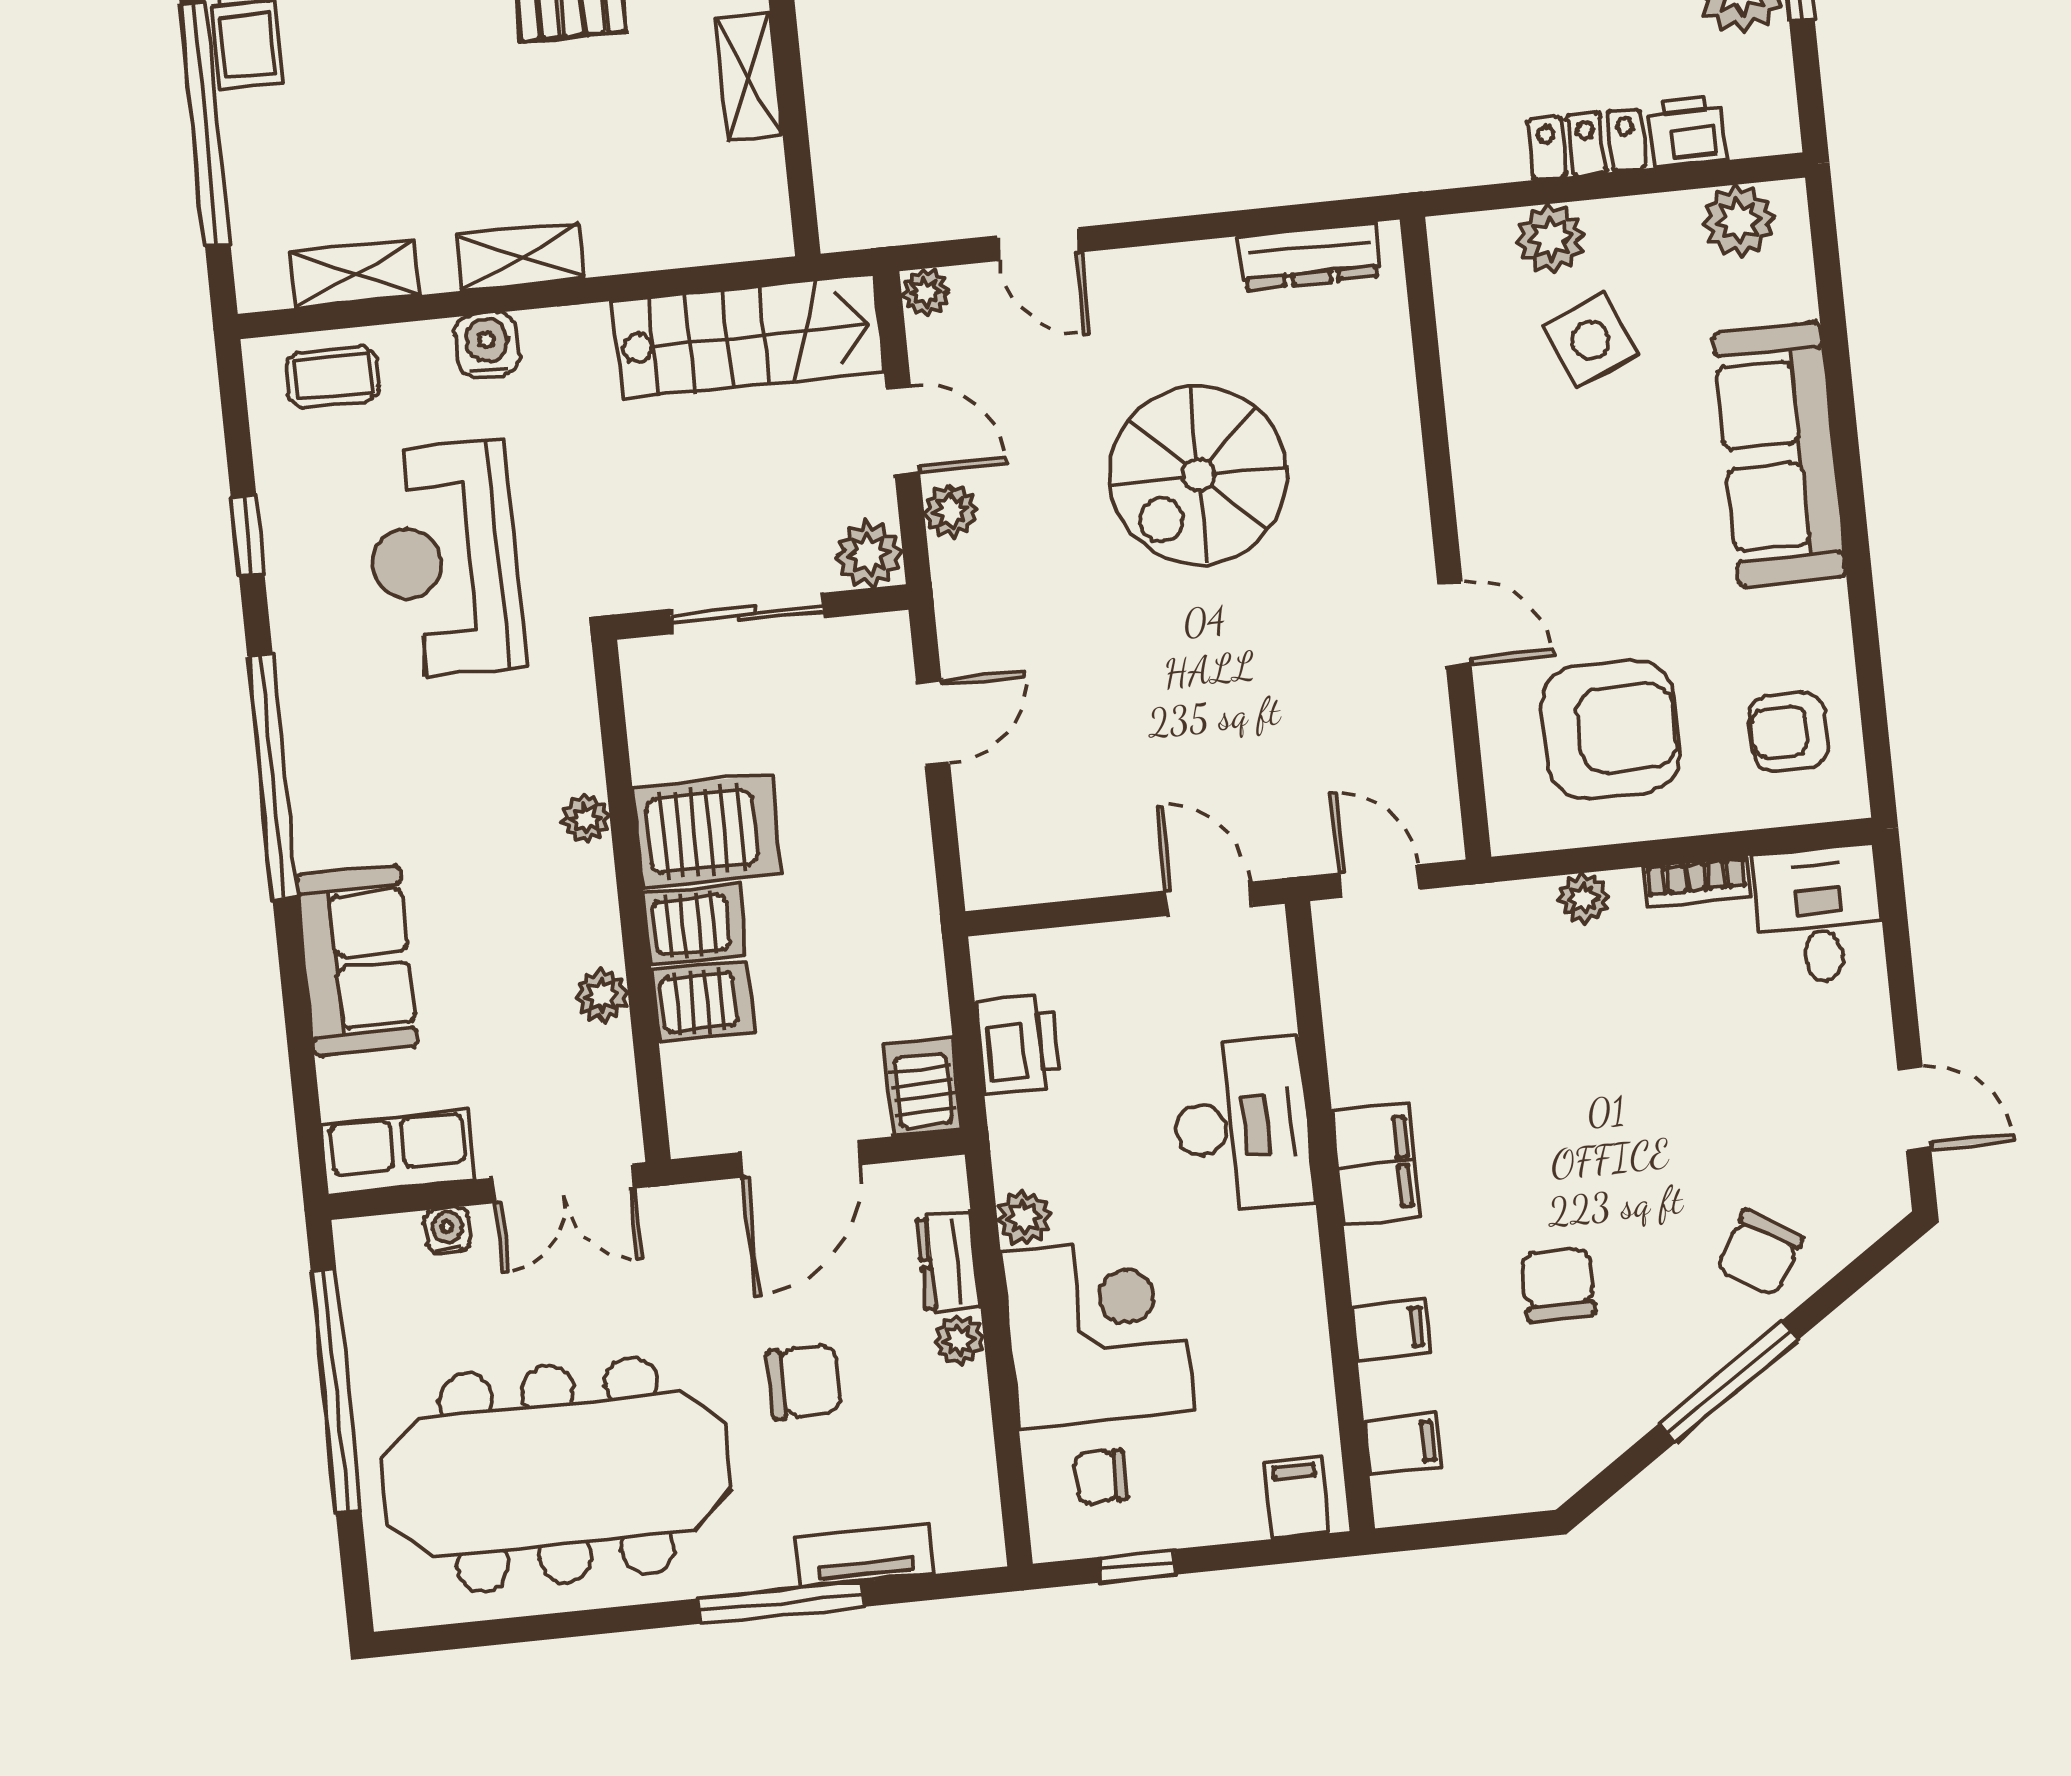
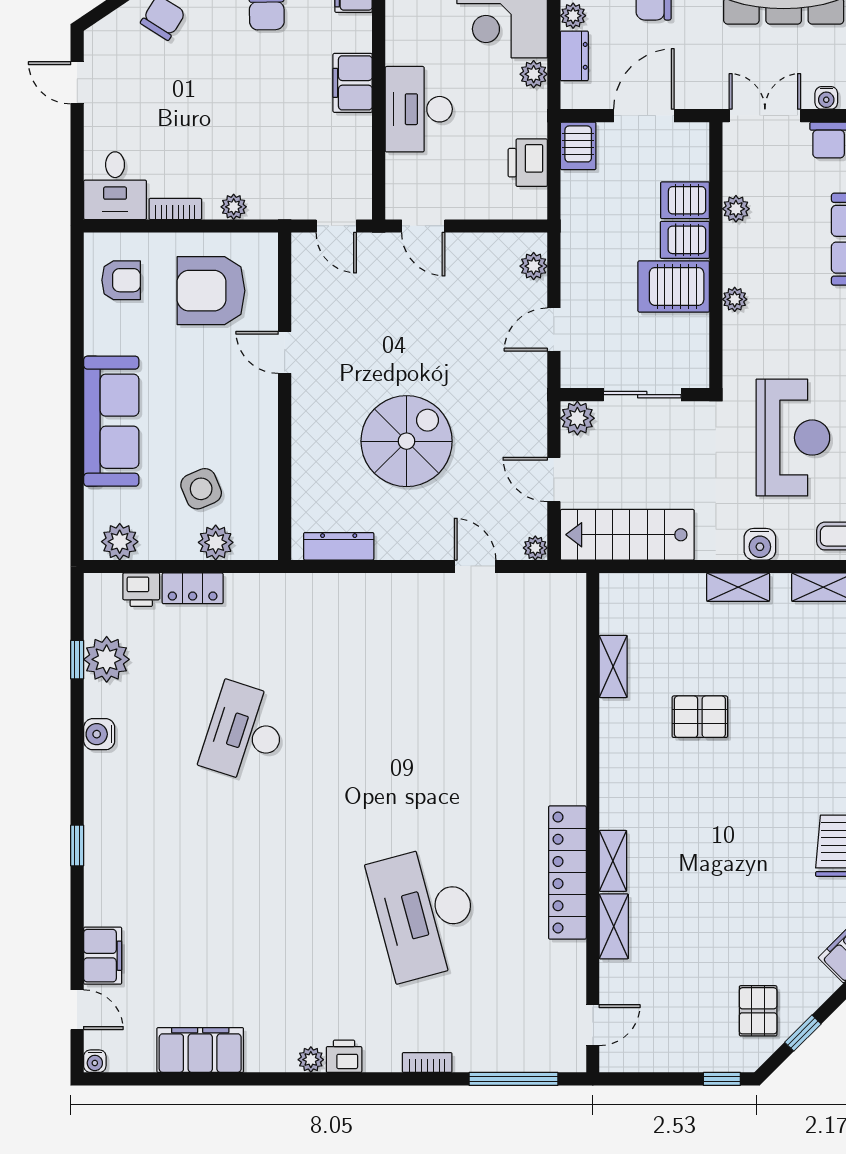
plant: (951, 511) -> (534, 266), moved

